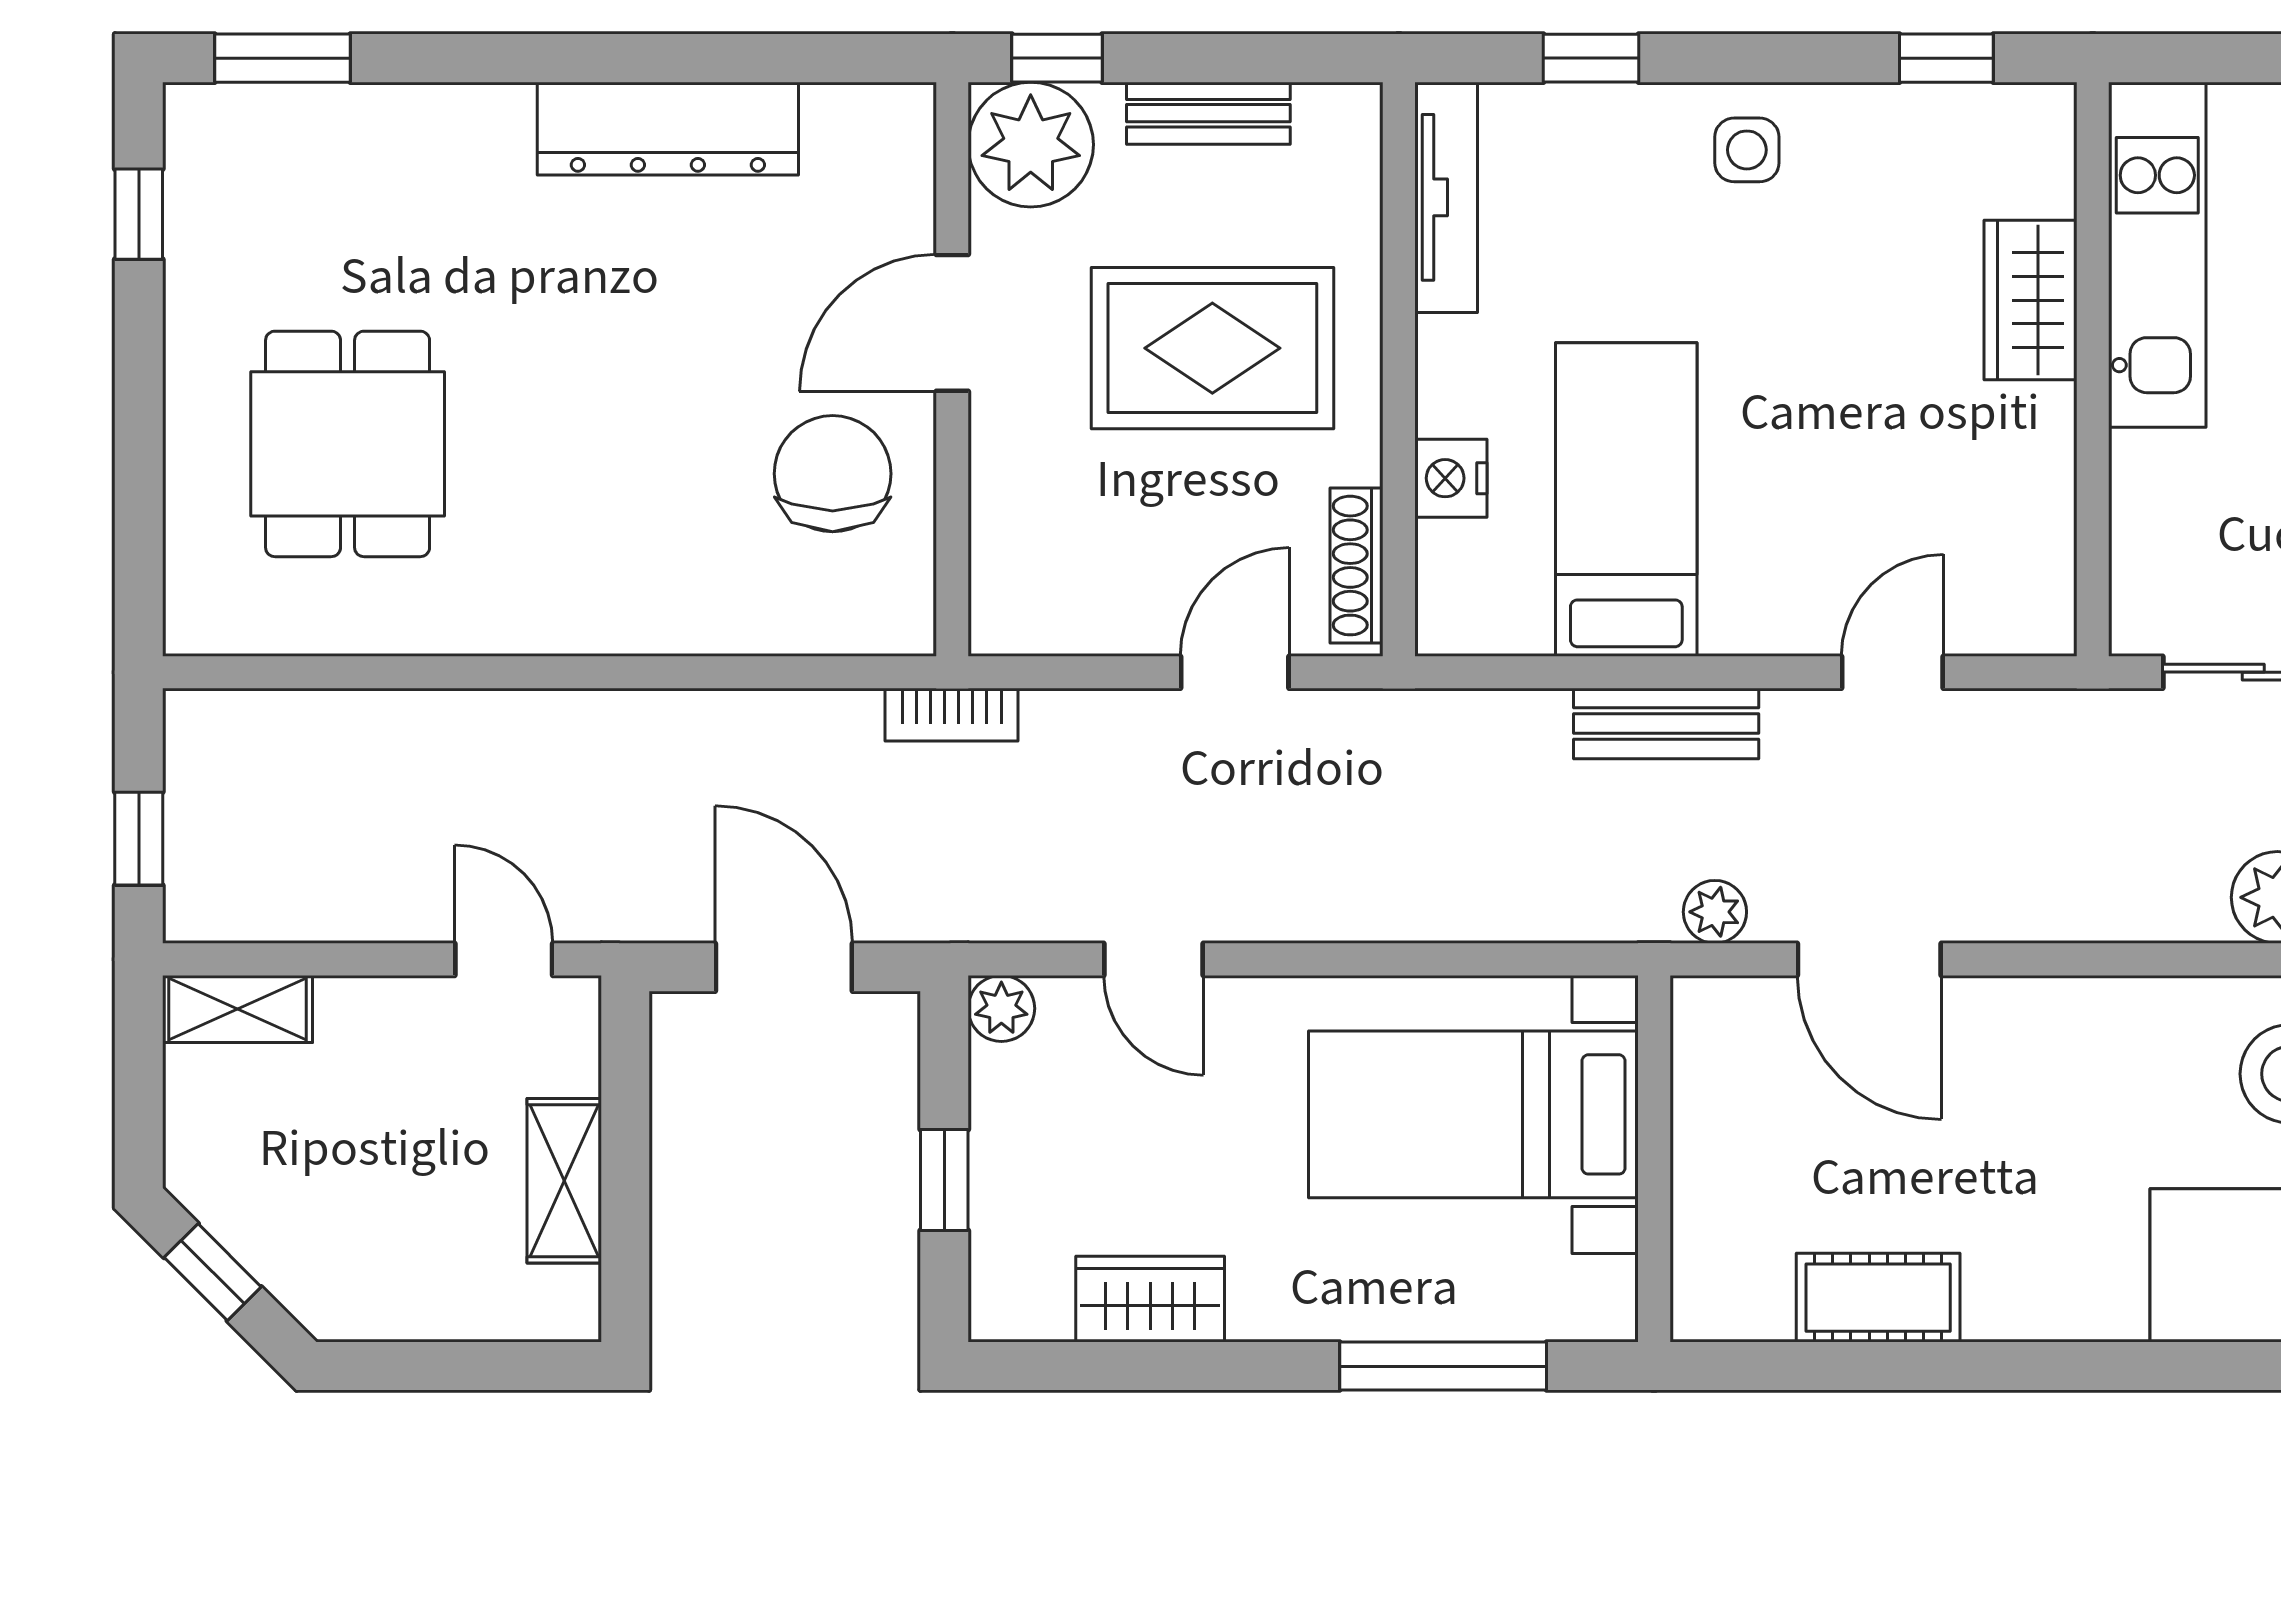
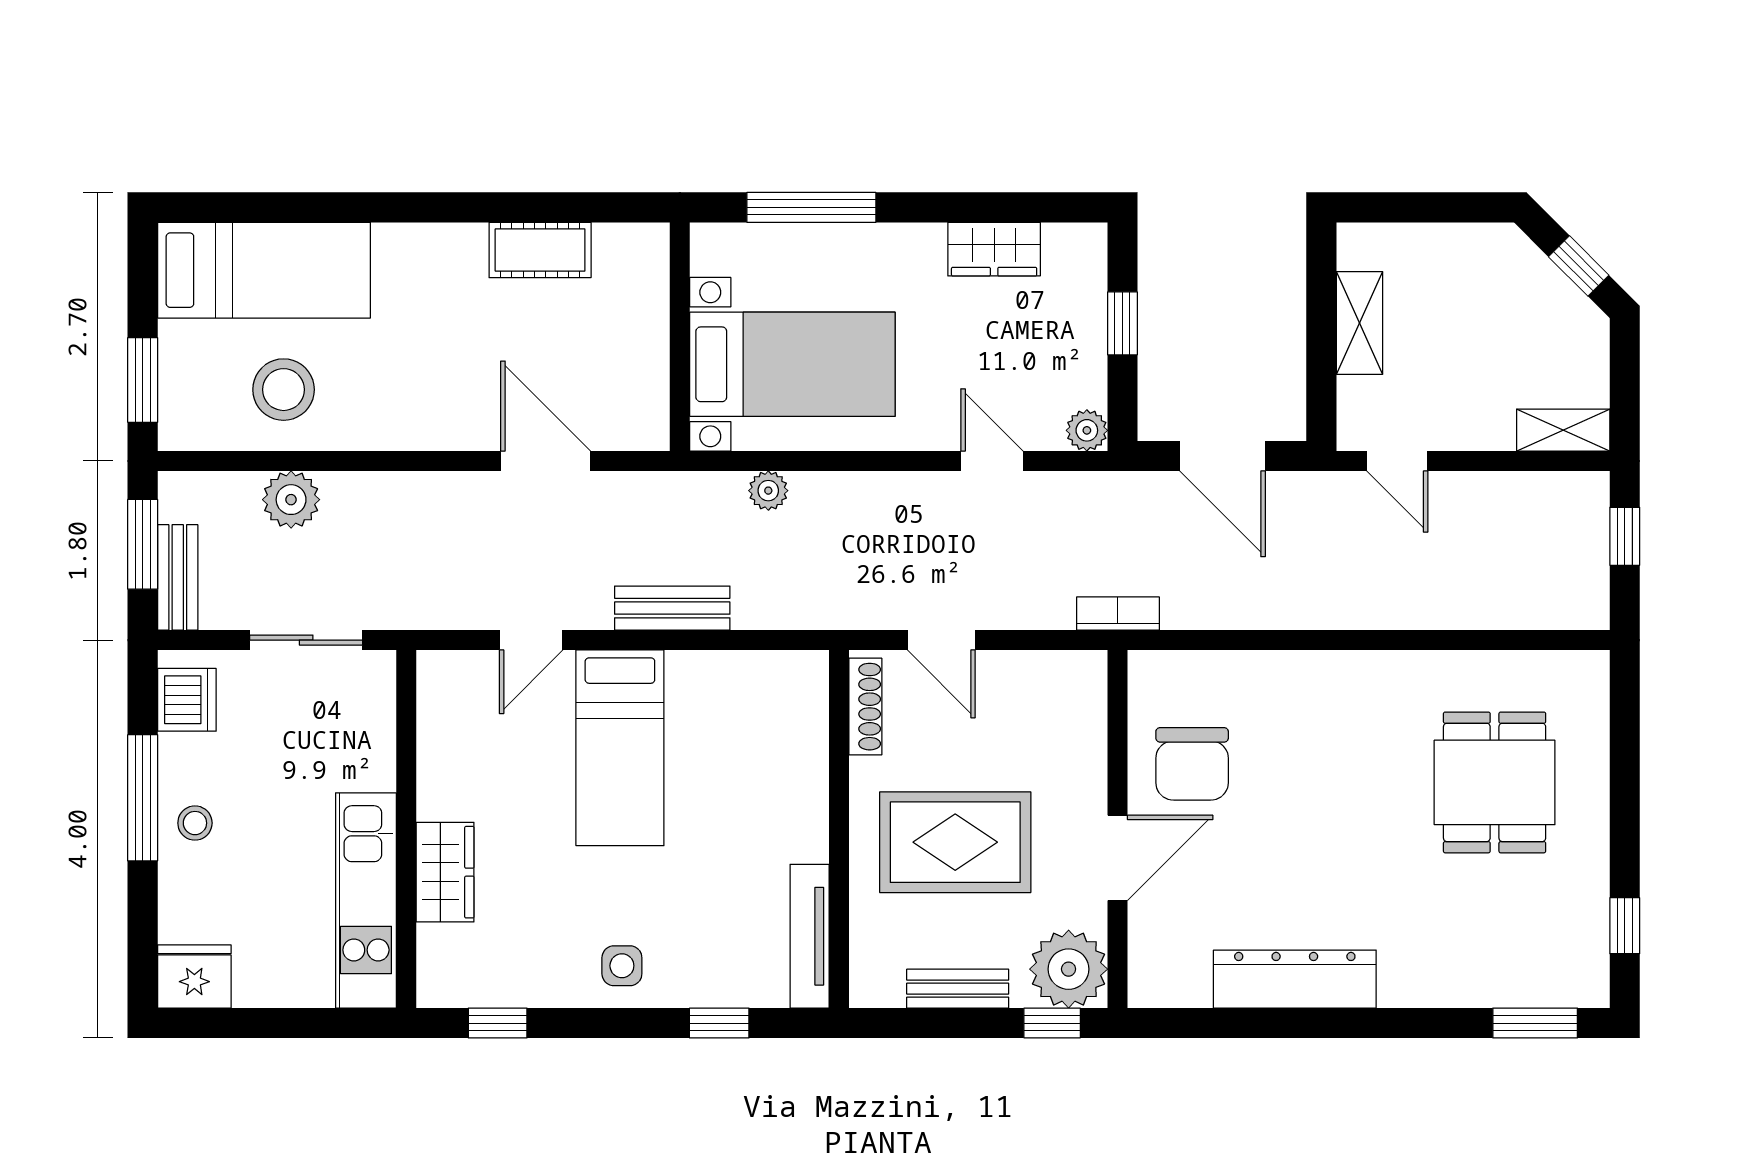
nightstand: (1451, 478) -> (807, 761), removed
bed: (1626, 499) -> (620, 748), moved
door: (1235, 672) -> (941, 640), hinge flipped
plant: (1715, 912) -> (768, 491), moved

